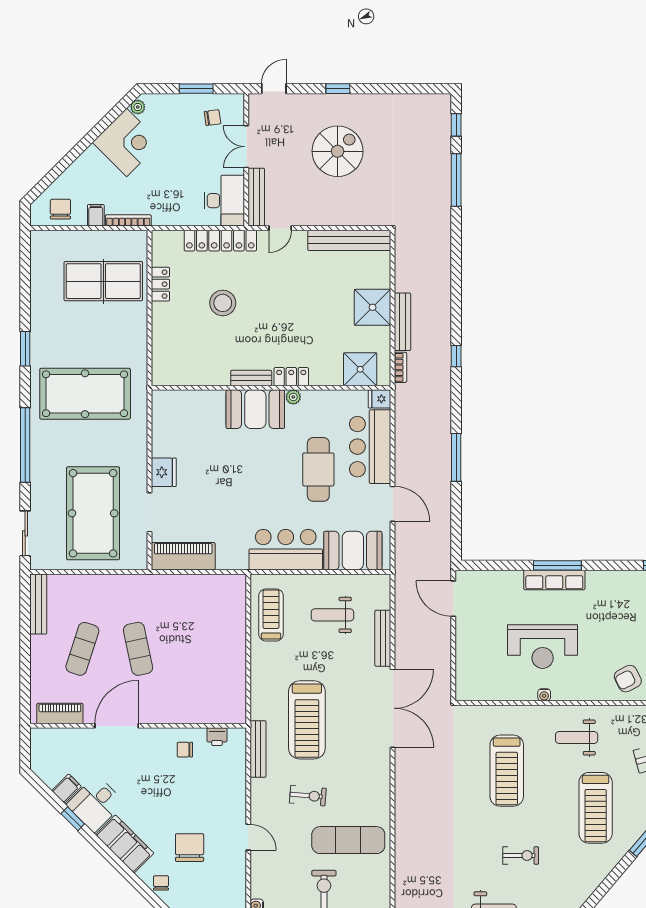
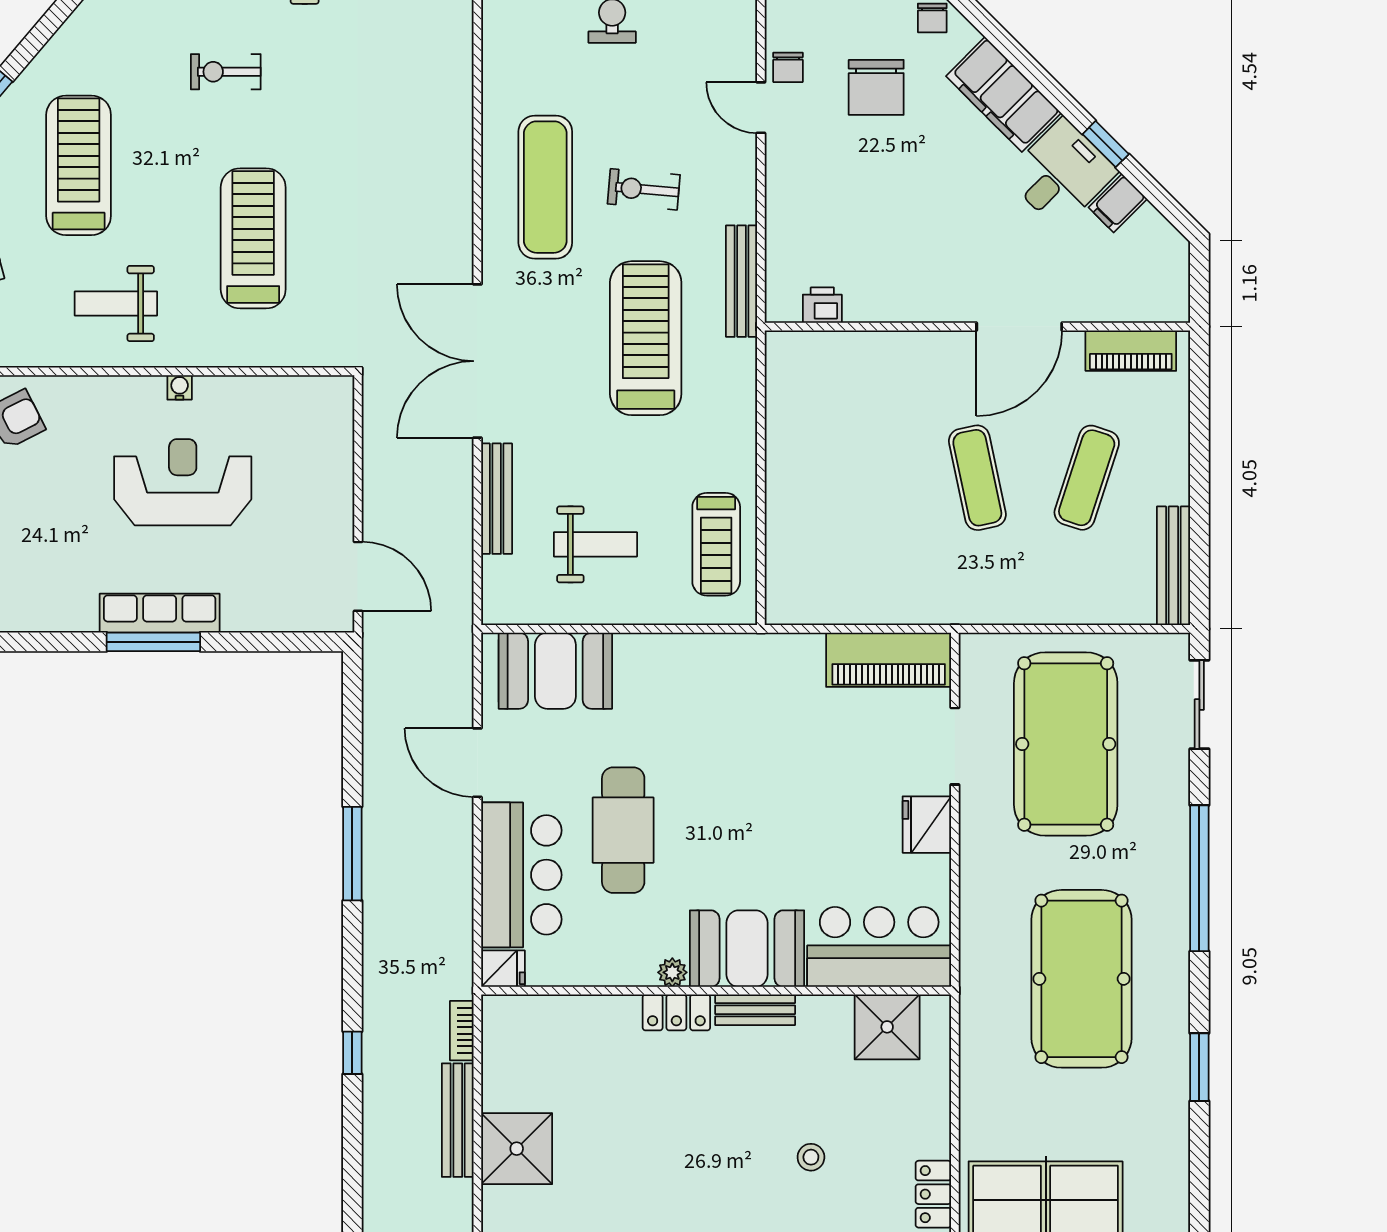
stool: (223, 303) -> (811, 1157), width x0.53, depth x0.53
shower: (360, 369) -> (887, 1027), moved
pool table: (85, 394) -> (1081, 979), turned 90
bar counter: (286, 550) -> (879, 947), moved, turned 180
weight bench: (577, 738) -> (116, 304), turned 180
chair: (185, 750) -> (788, 67), moved, turned 90
exercise mat: (348, 840) -> (545, 187), moved, turned 90

